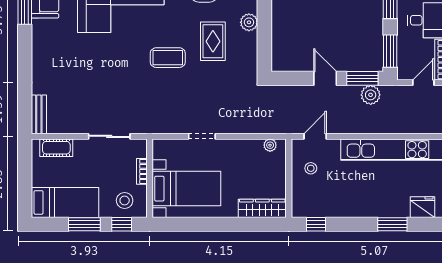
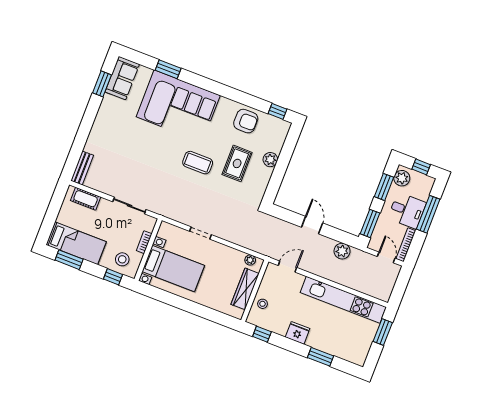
window: (362, 78) -> (341, 236), removed
door: (423, 83) -> (386, 257), hinge flipped
stool: (311, 168) -> (263, 304), moved
fridge: (423, 207) -> (298, 333), moved
wardrobe: (262, 208) -> (245, 289), moved, turned -90
window: (84, 224) -> (69, 260), moved

